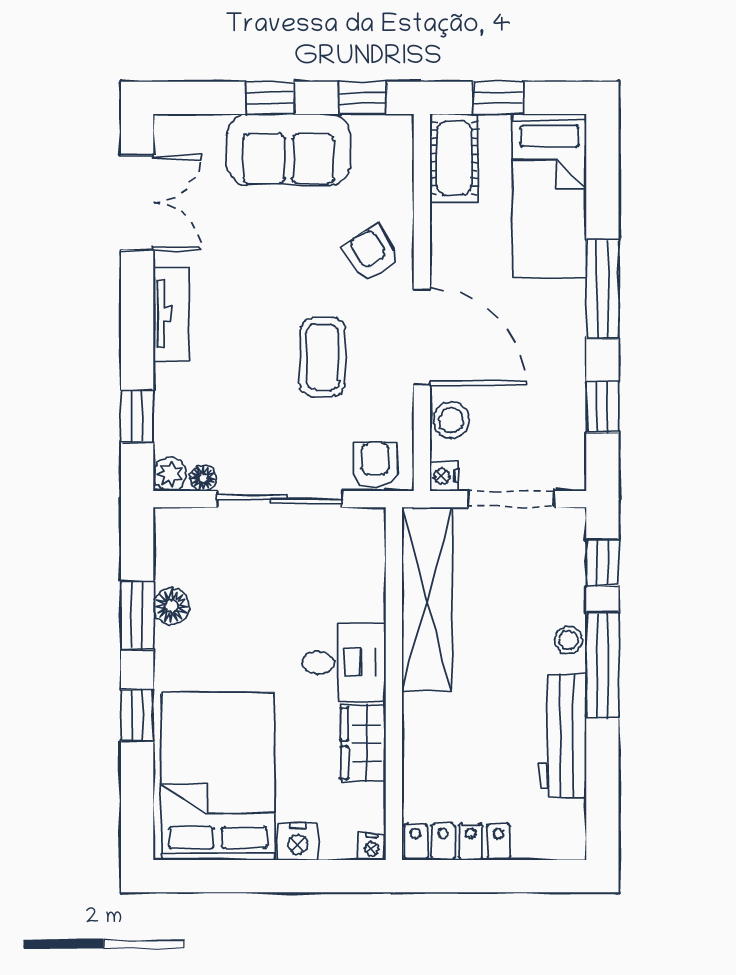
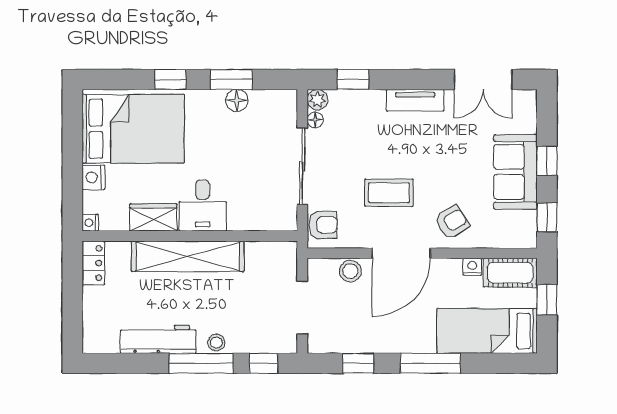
nightstand: (444, 476) -> (472, 267), moved
shelving: (427, 599) -> (188, 256), moved
locker: (457, 842) -> (93, 263), width x0.66

